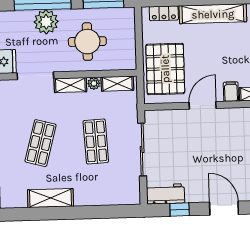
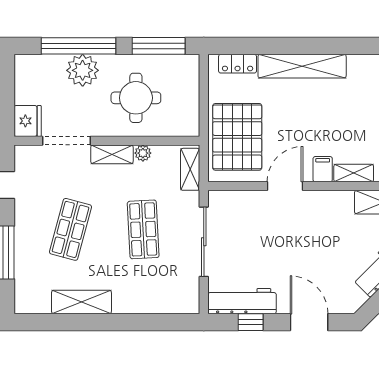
shelving: (117, 84) -> (190, 169), moved, turned 90
workbench: (165, 194) -> (242, 301), width x1.37

